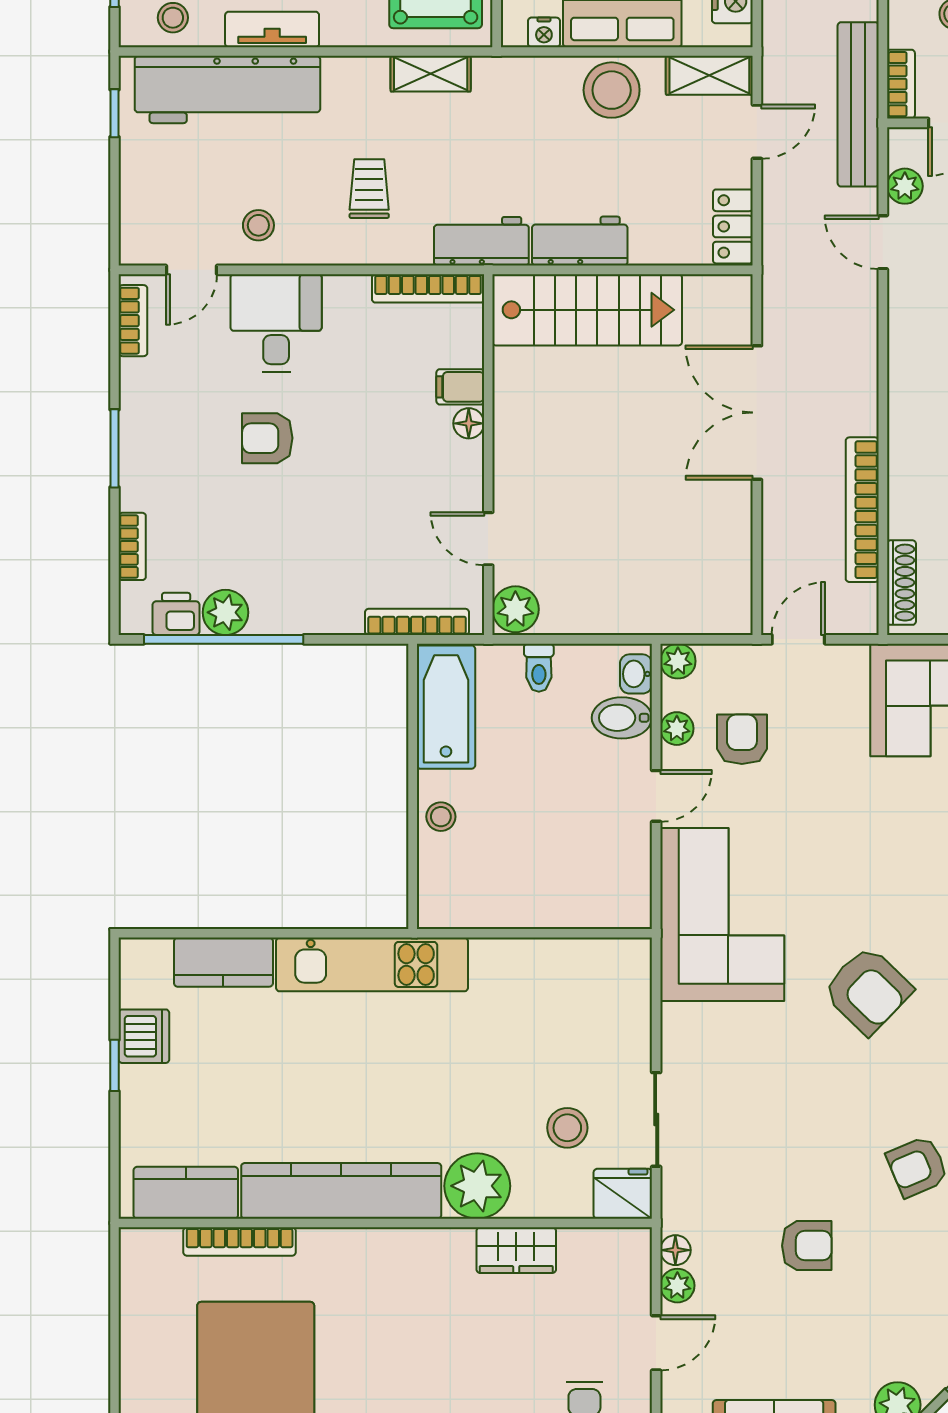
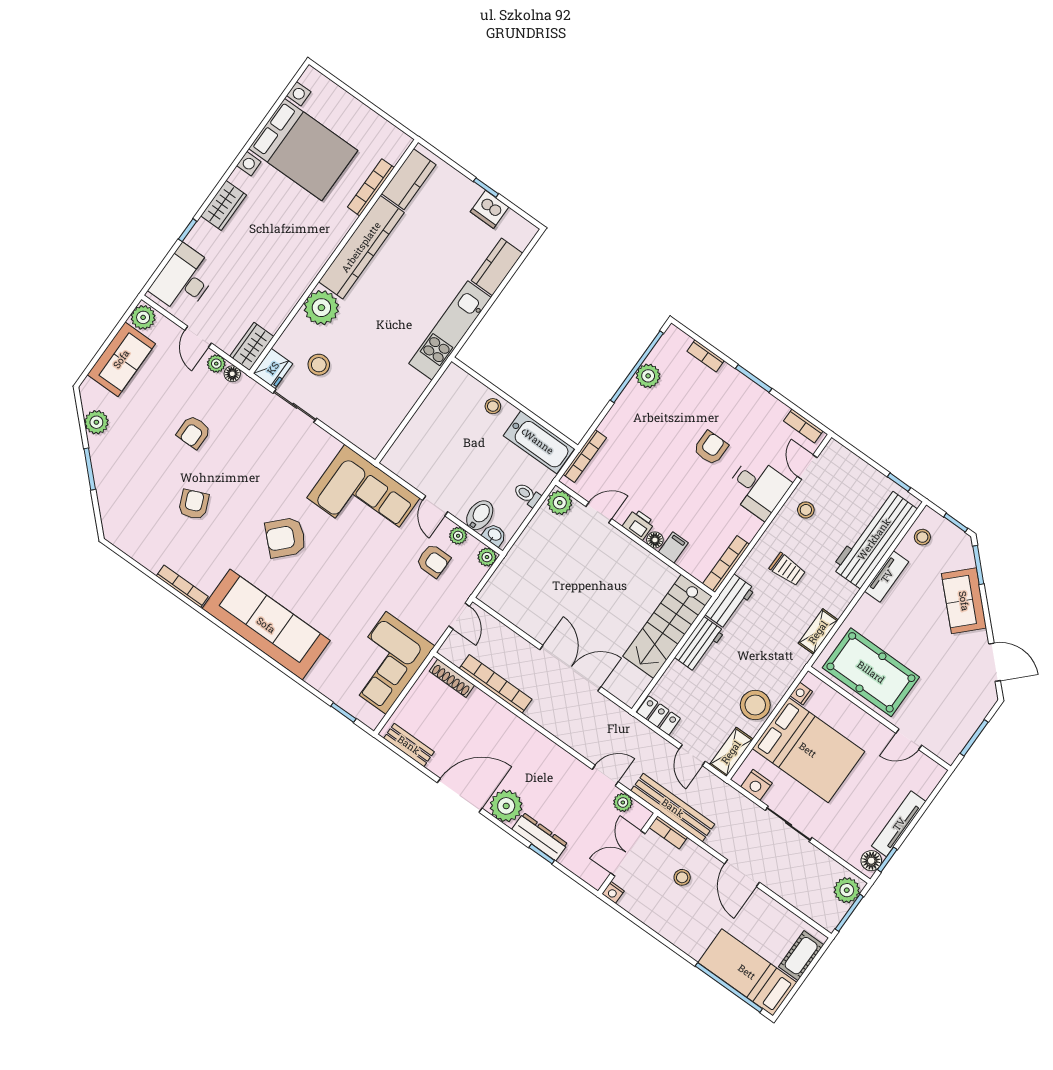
printer: (176, 614) -> (638, 524), moved, turned -90
wardrobe: (516, 1250) -> (252, 346), moved

